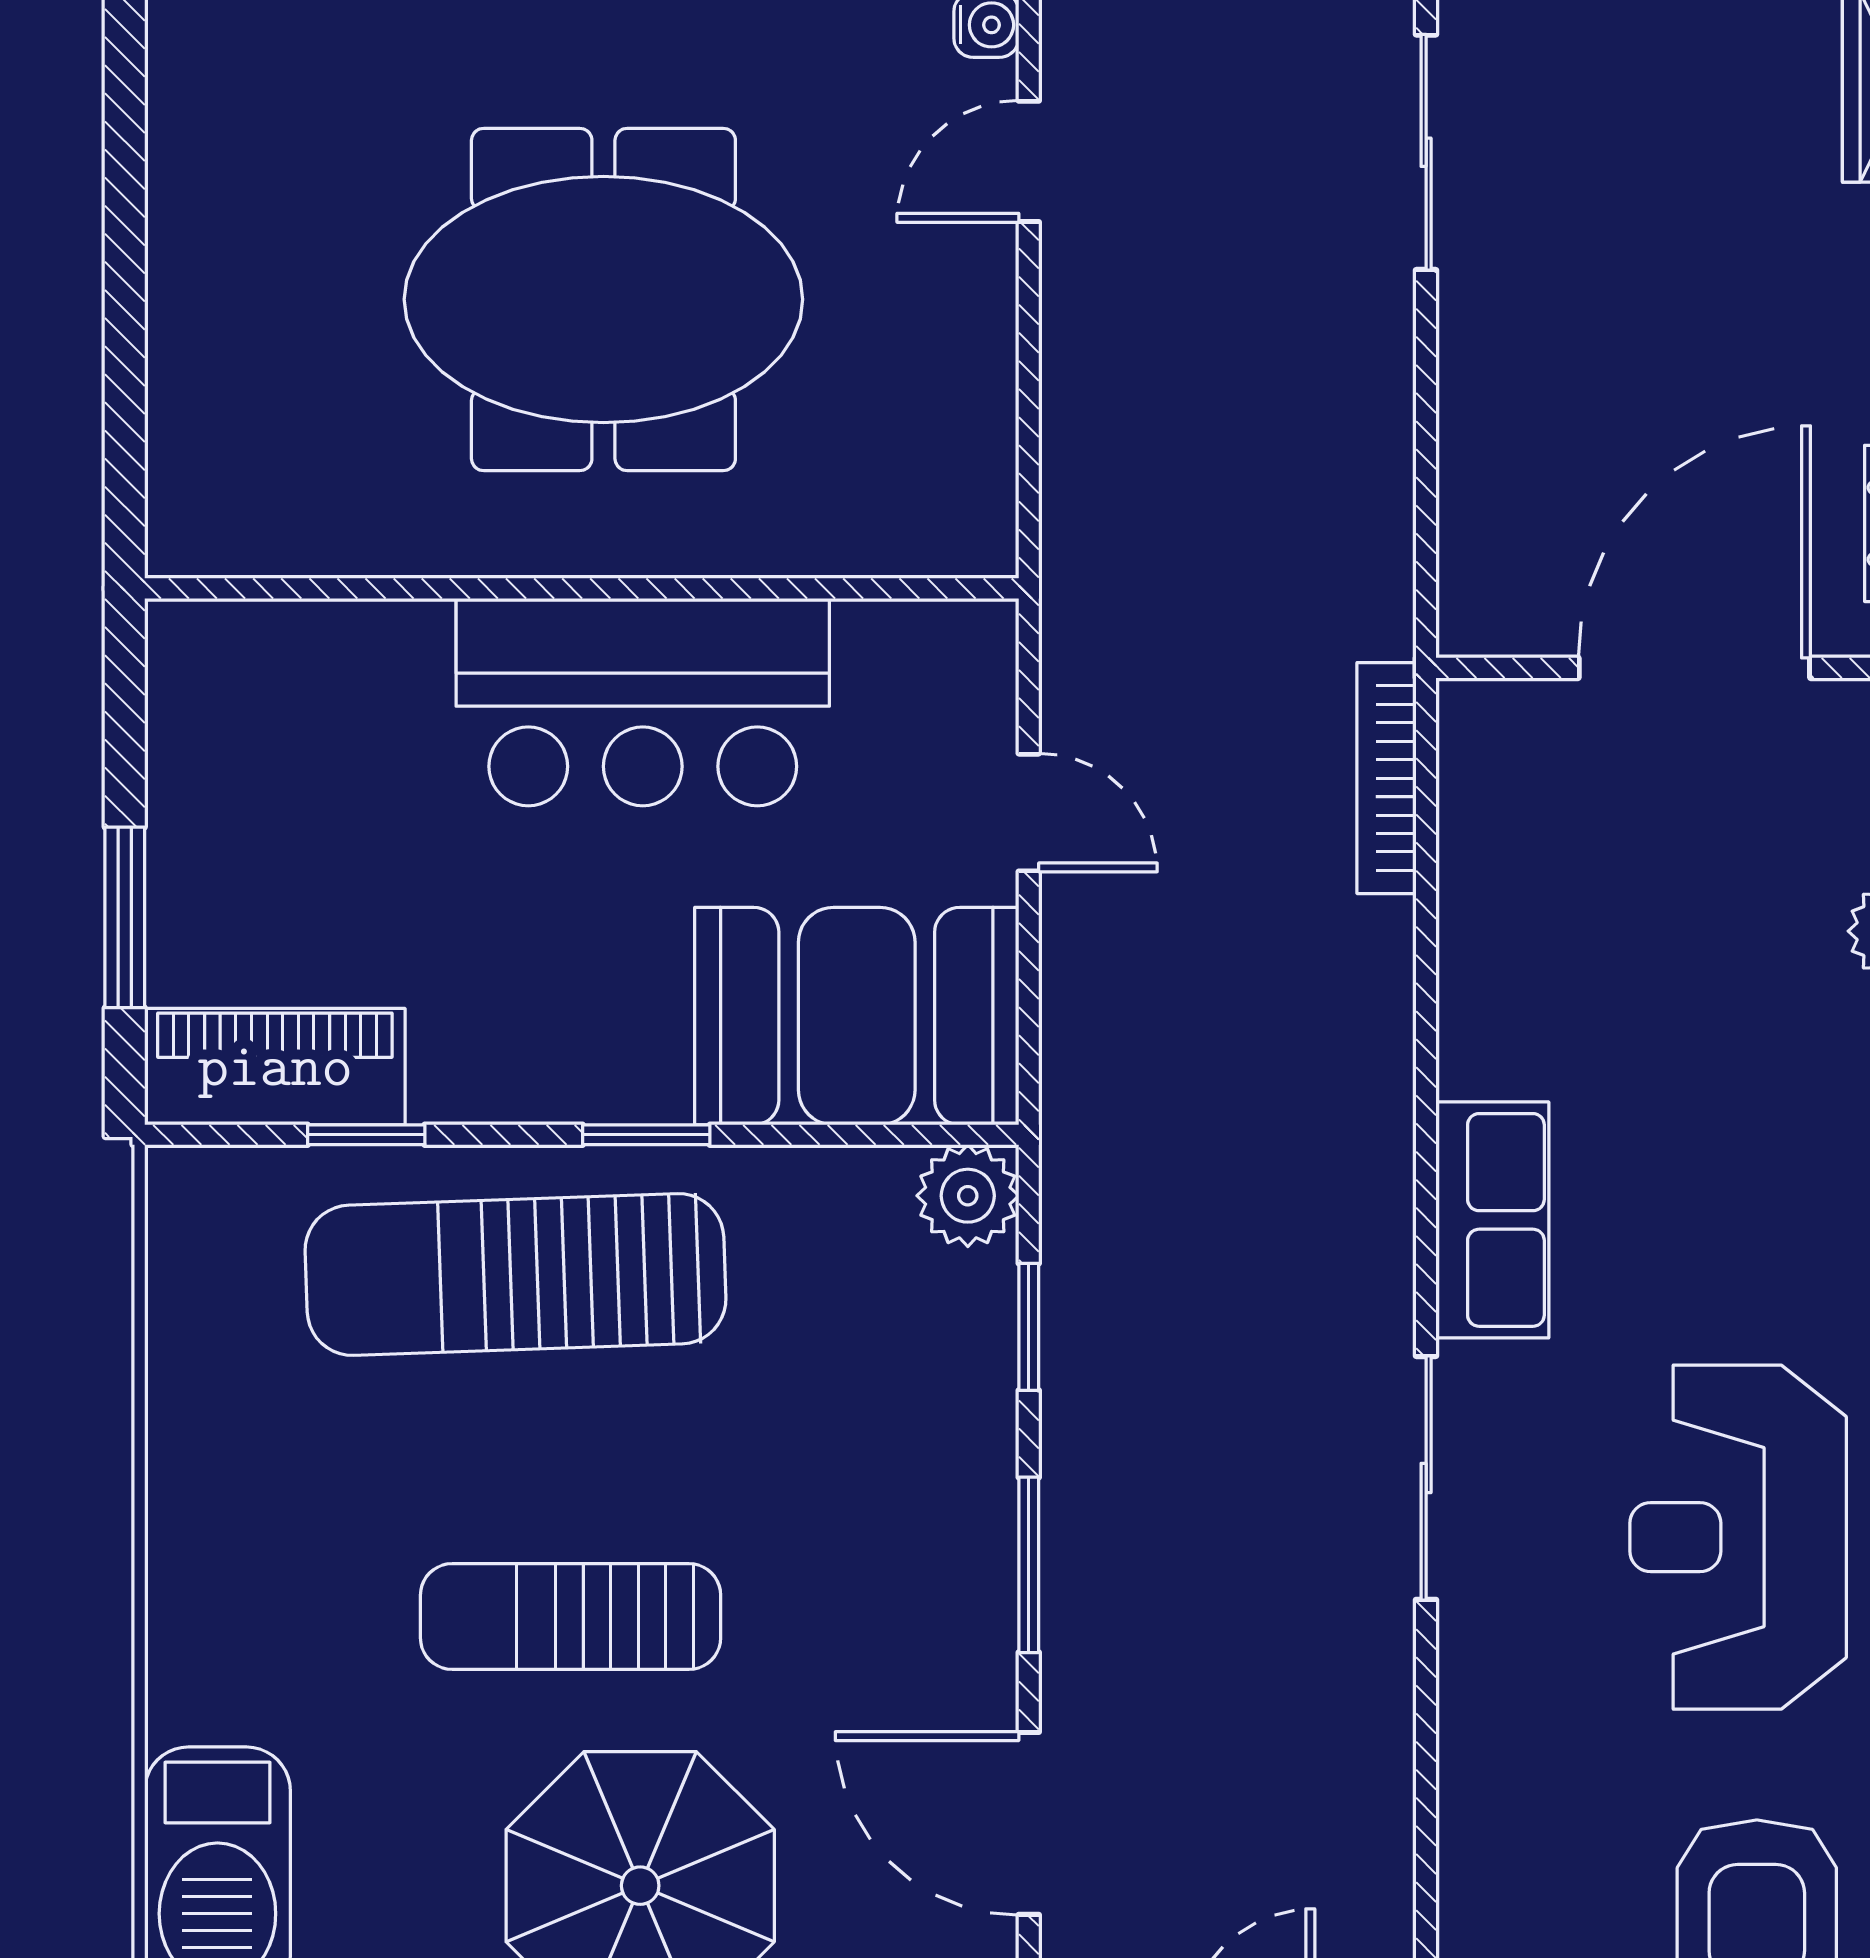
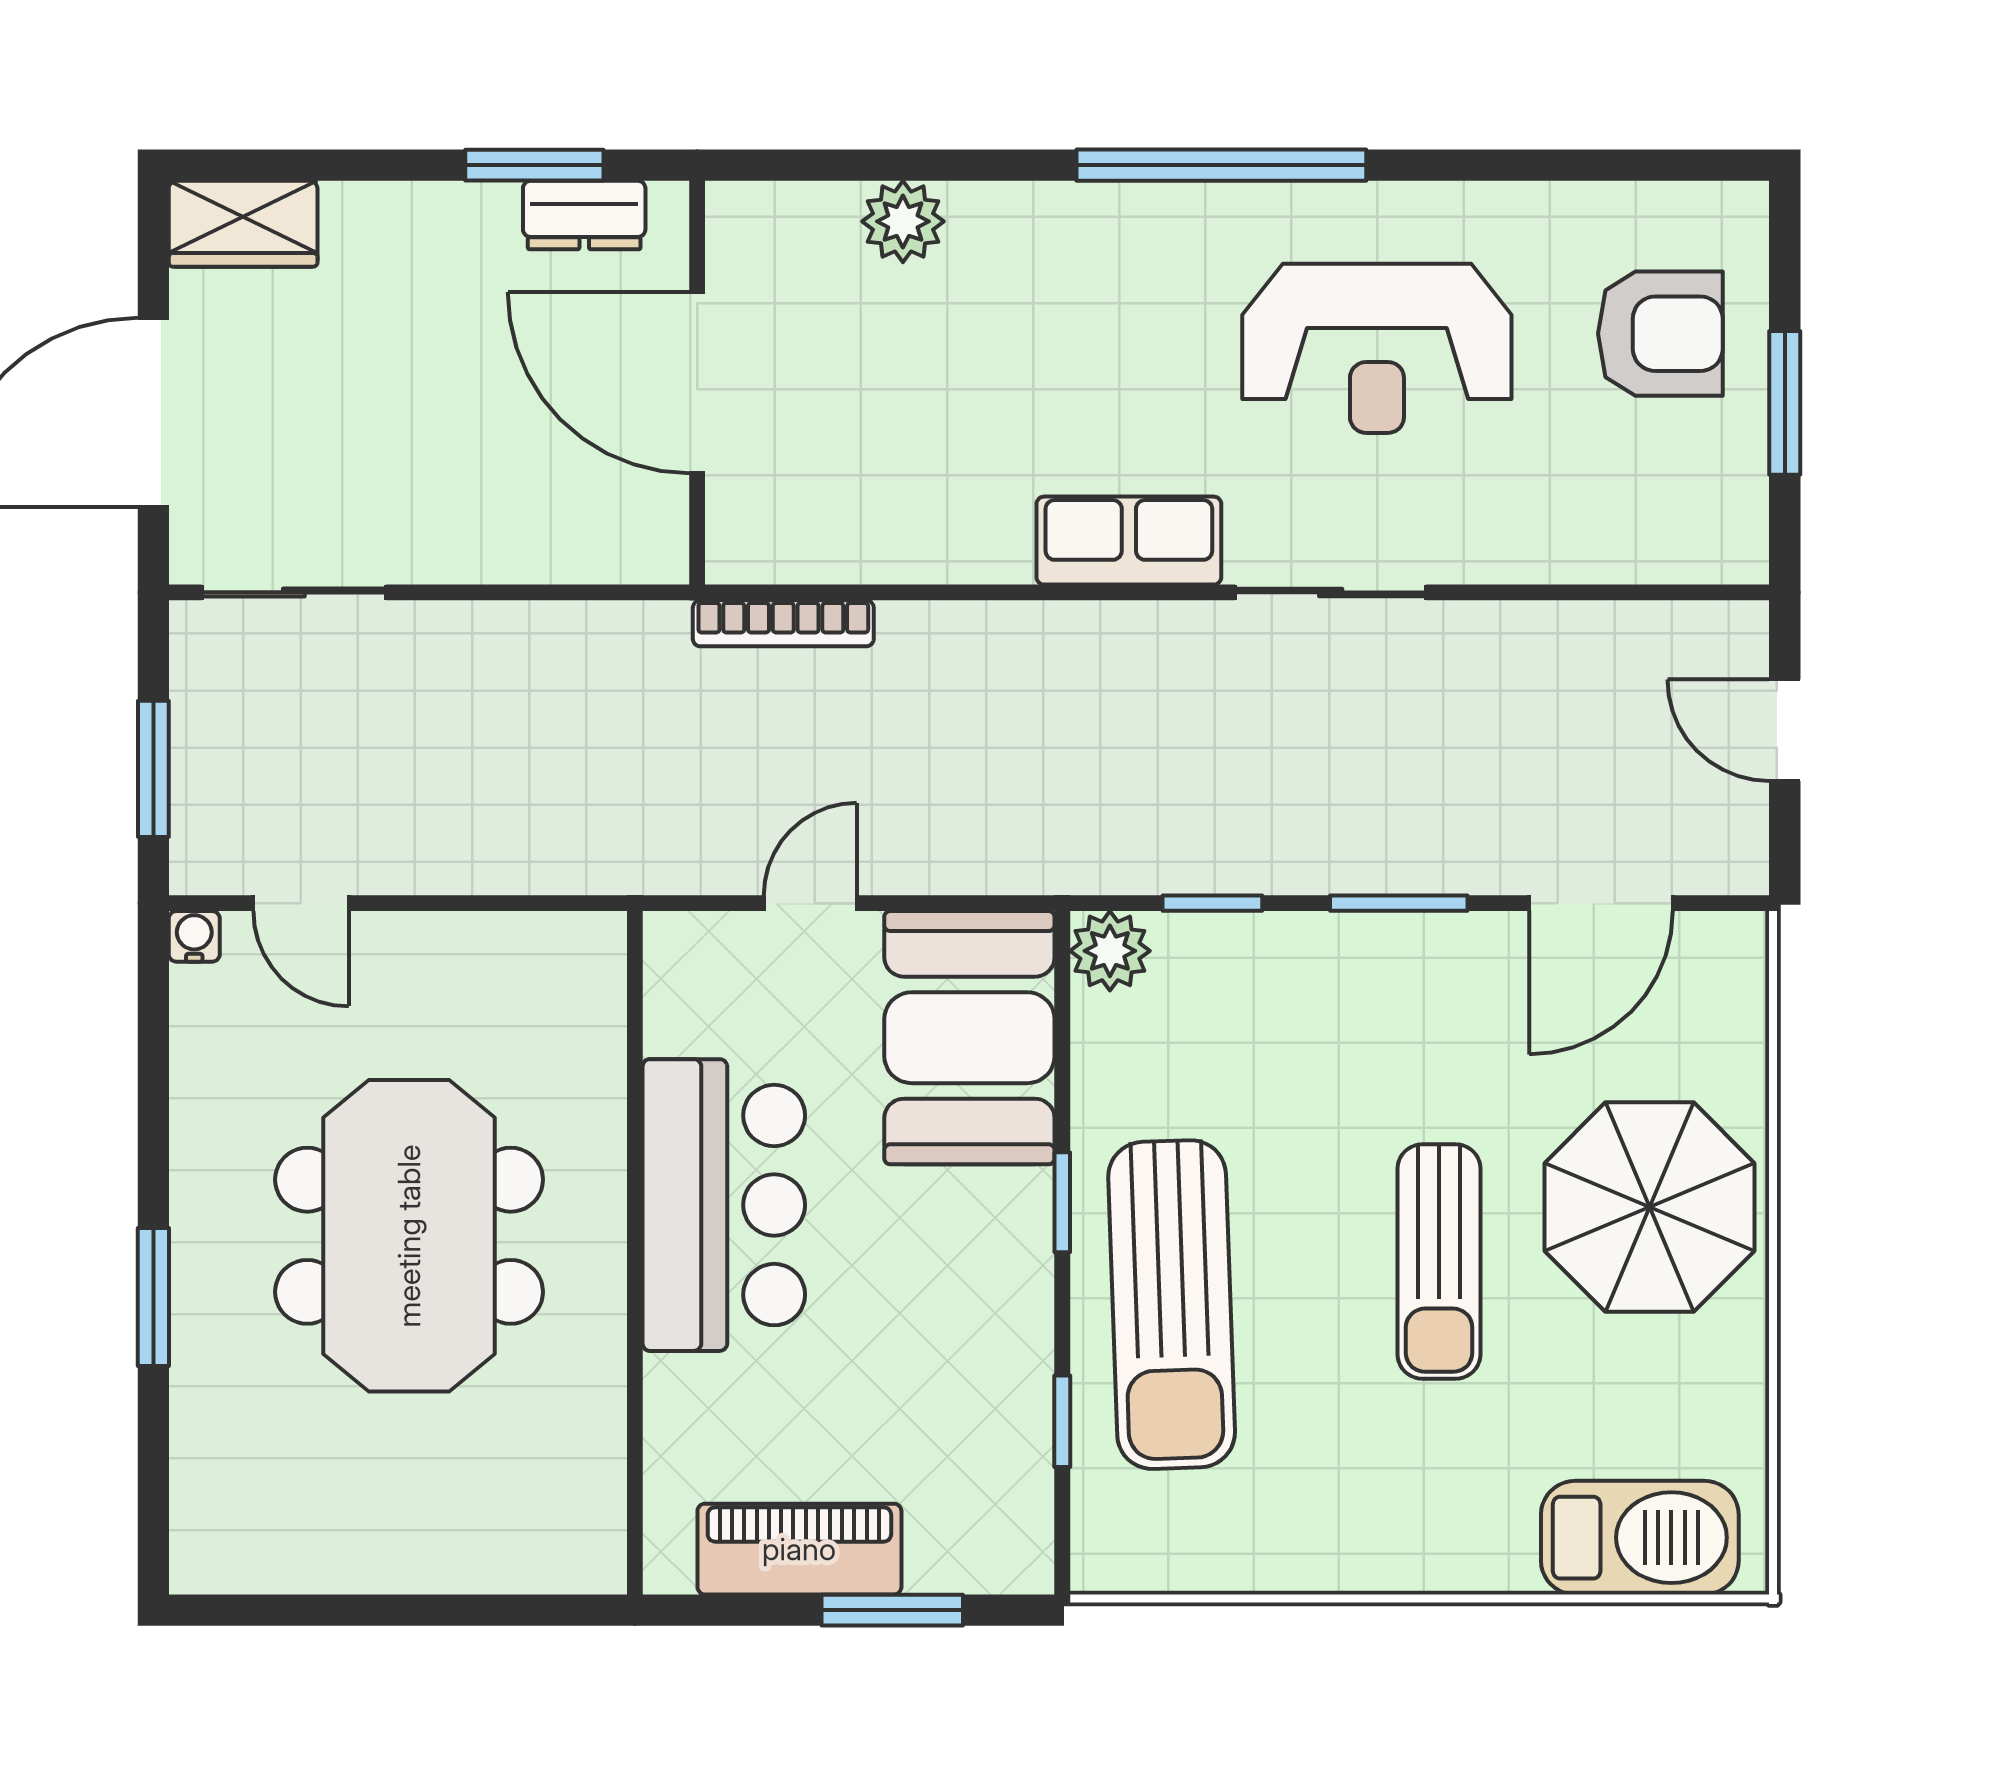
piano: (275, 1067) -> (799, 1549), moved, turned 90

